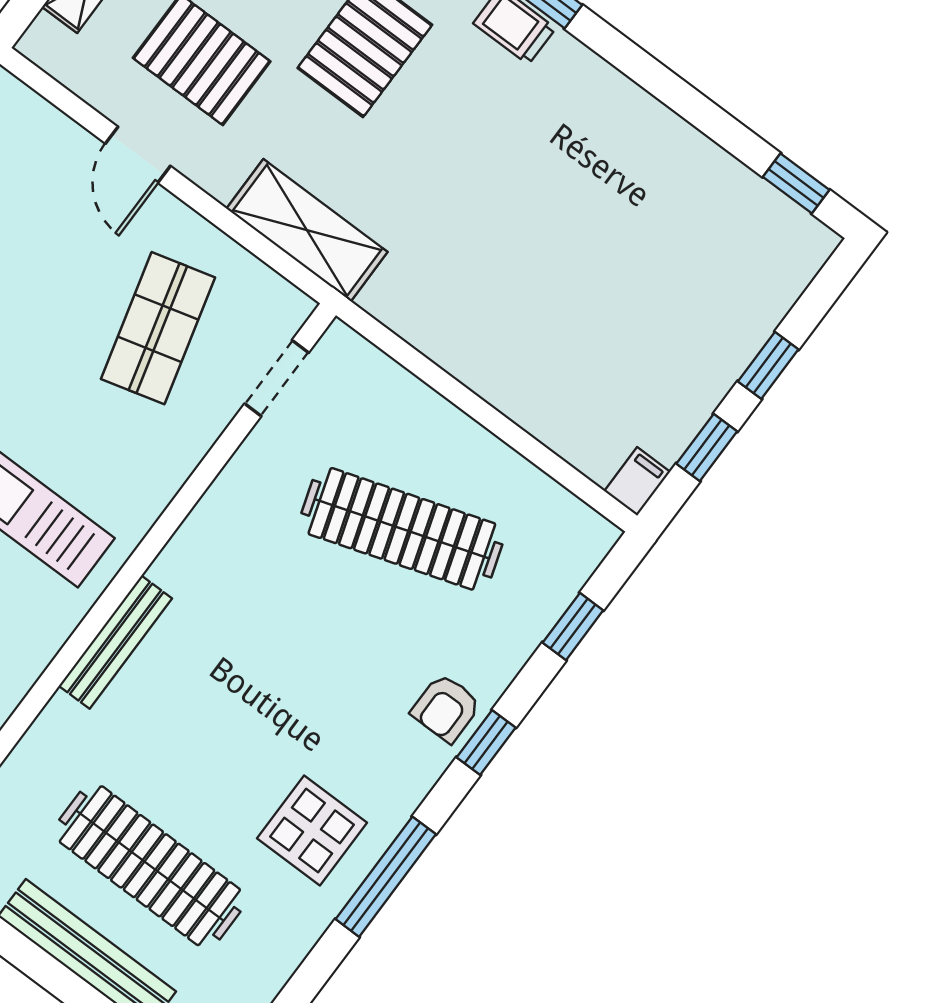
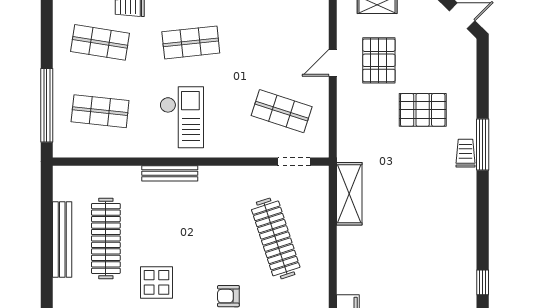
shelving: (307, 230) -> (349, 194), moved
shop shelf: (158, 328) -> (282, 111), turned 33

